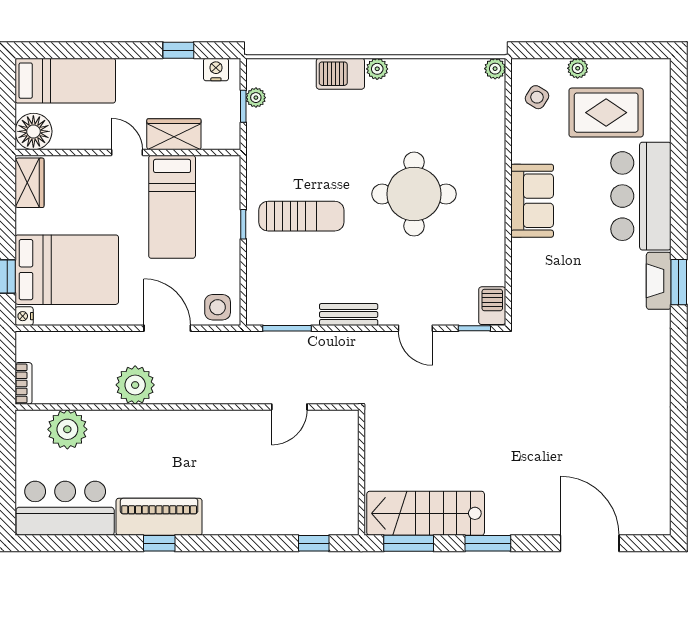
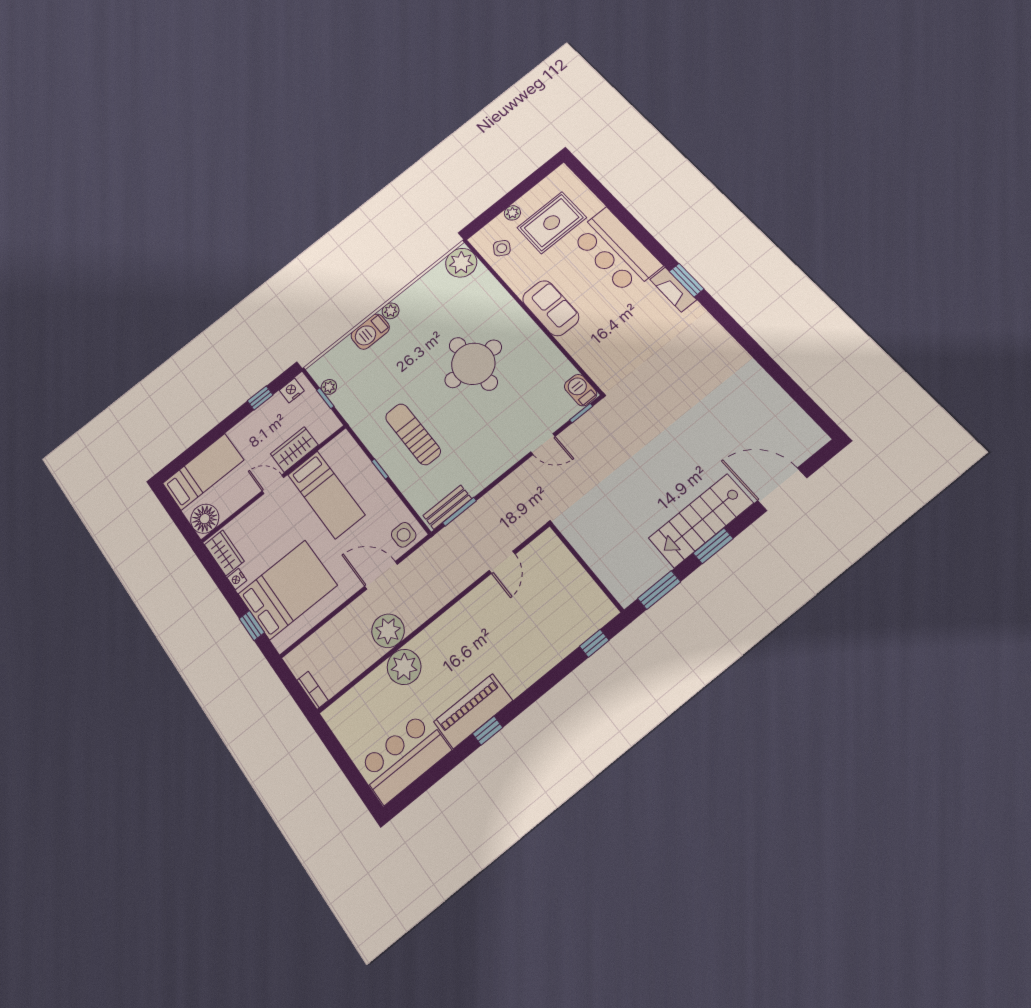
plant: (495, 69) -> (461, 263), width x1.87, depth x1.87
sun lounger: (301, 216) -> (413, 434), turned -90
bench: (349, 315) -> (447, 507), moved
nightstand: (24, 316) -> (237, 579), moved
plant: (67, 429) -> (404, 667), moved
stairs: (426, 513) -> (701, 521), moved

